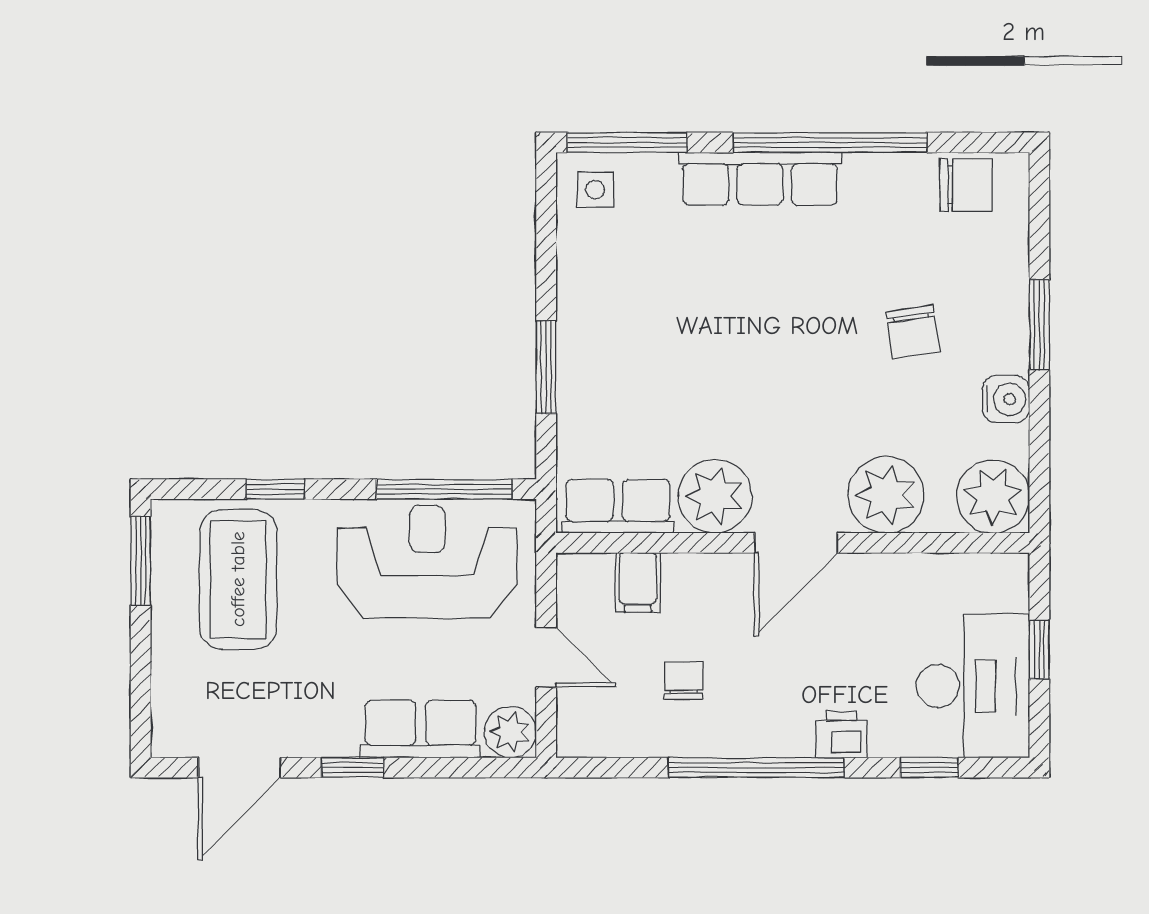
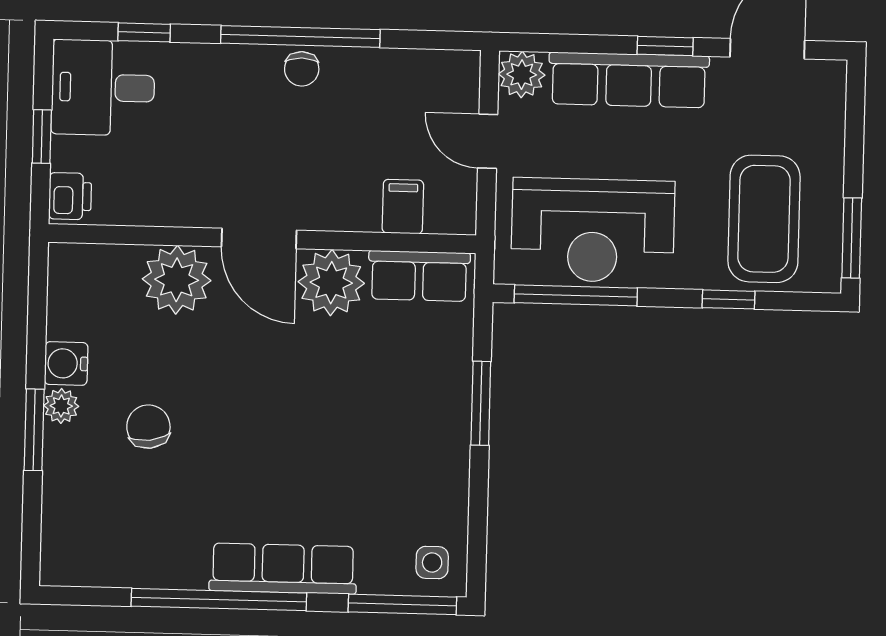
chair: (966, 185) -> (97, 558), removed
plant: (993, 497) -> (61, 406), moved, width x0.53, depth x0.53
door: (796, 543) -> (259, 239), swing flipped
chair: (684, 680) -> (302, 69), moved
desk: (973, 686) -> (103, 88), width x0.73
row of seats: (421, 729) -> (629, 80), width x1.48
printer: (841, 735) -> (70, 196), moved, turned -90

